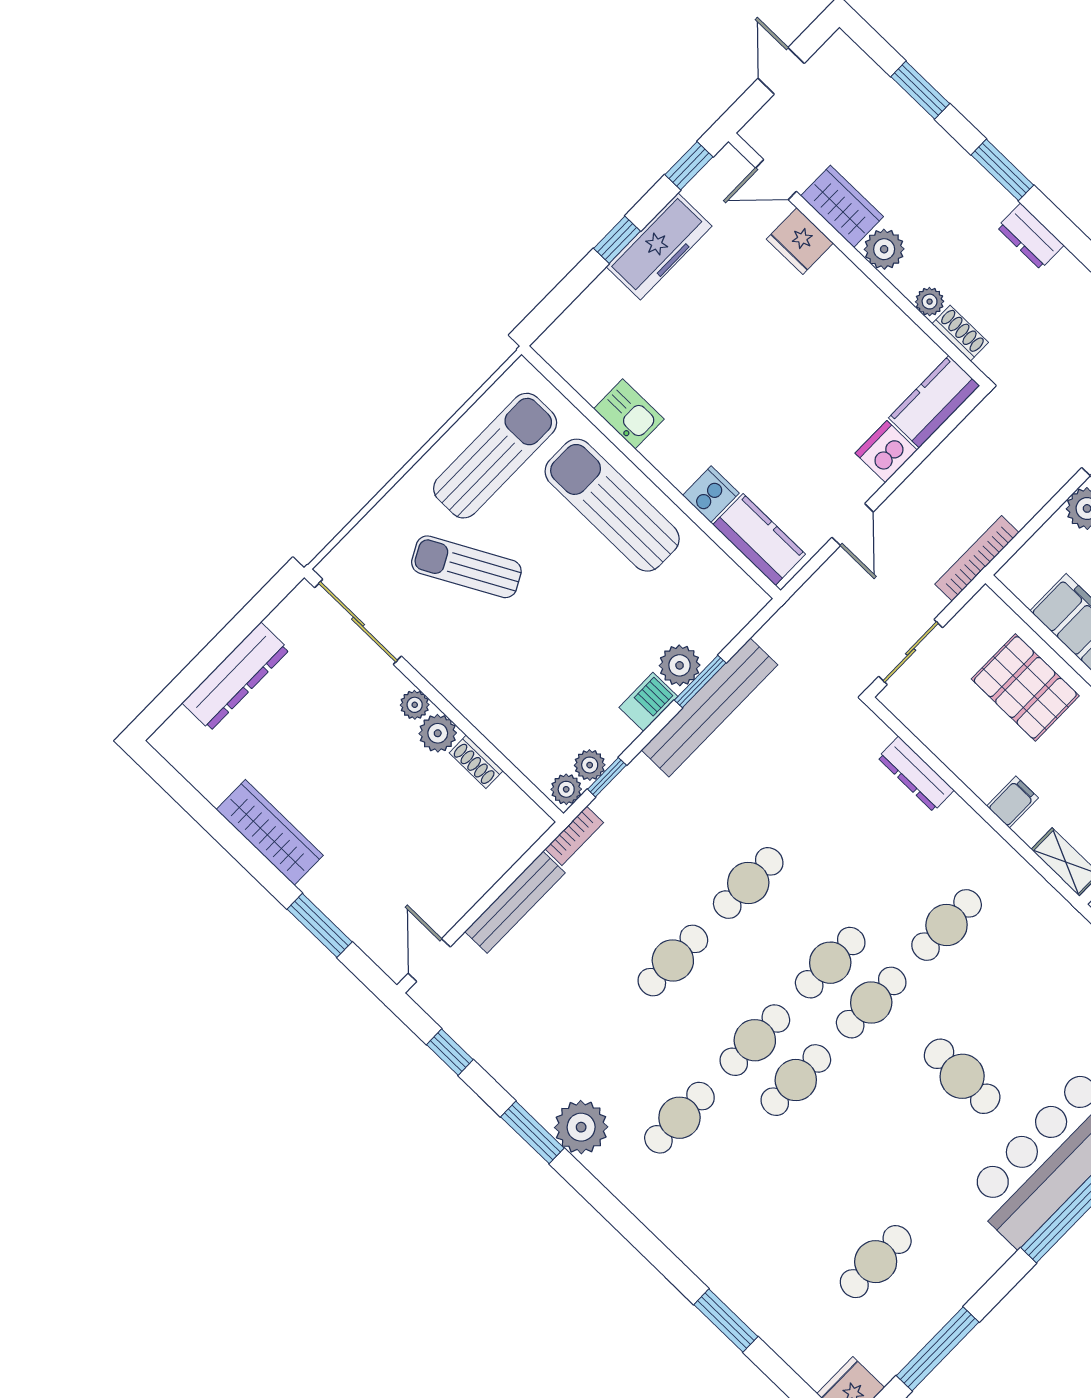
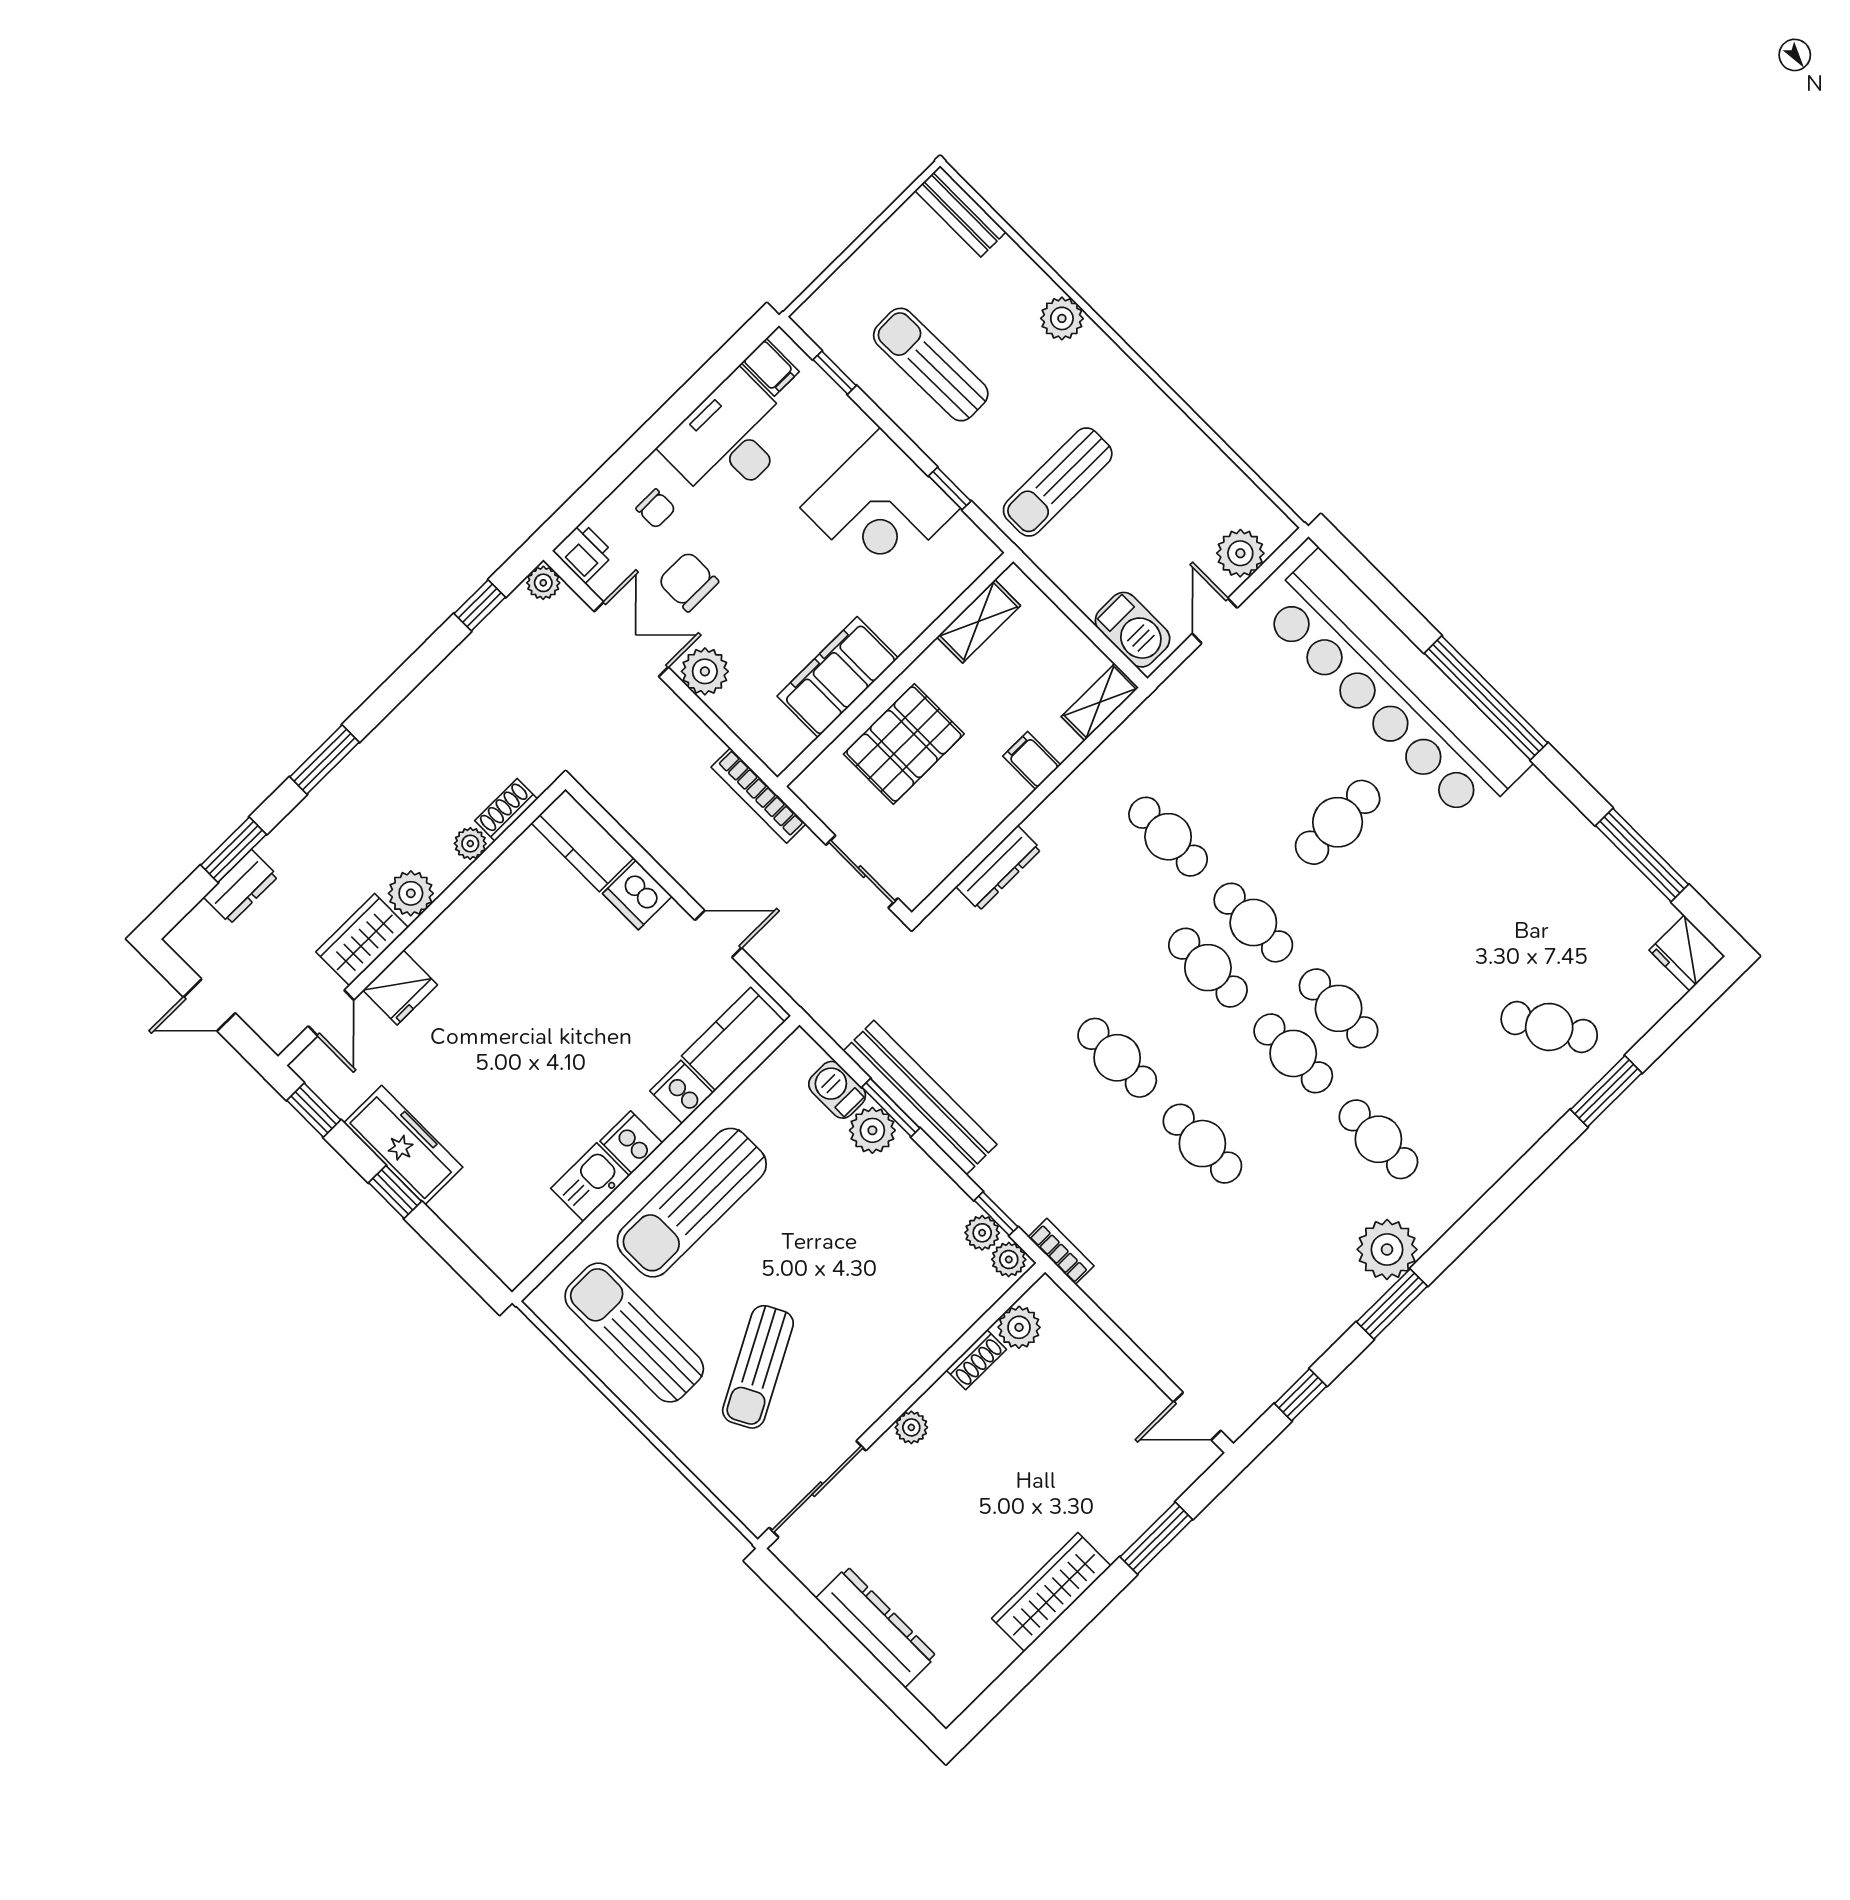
dresser: (1030, 236) -> (241, 887), moved
cooker: (665, 450) -> (631, 1142), added
barbecue: (648, 702) -> (837, 1090), moved
plant: (438, 733) -> (1019, 1327), moved
bench: (515, 902) -> (1134, 1319), removed
cafe table: (876, 1262) -> (1549, 1027), moved, turned -30

